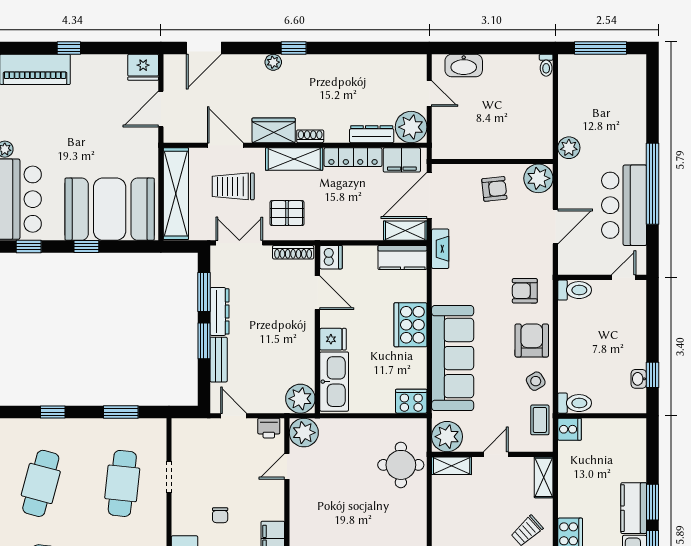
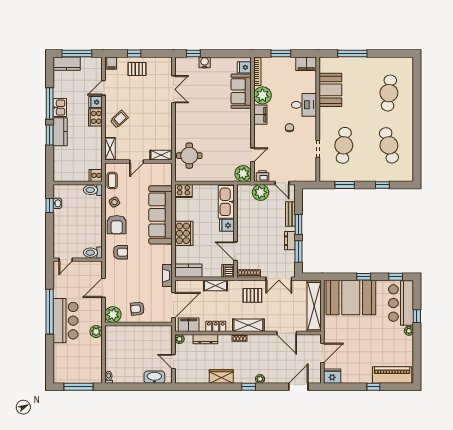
plant: (411, 127) -> (179, 339), width x0.53, depth x0.53
wardrobe: (274, 130) -> (221, 377), moved, turned 180
locker: (353, 157) -> (216, 326), width x0.66
trolley: (233, 186) -> (282, 310), removed
bar counter: (624, 205) -> (65, 321), moved
shelving: (405, 231) -> (216, 286), moved
dresser: (219, 311) -> (290, 241), width x0.70
plant: (300, 399) -> (261, 192), moved
plant: (447, 437) -> (164, 171), removed
cafe table: (41, 483) -> (389, 145), turned -30

